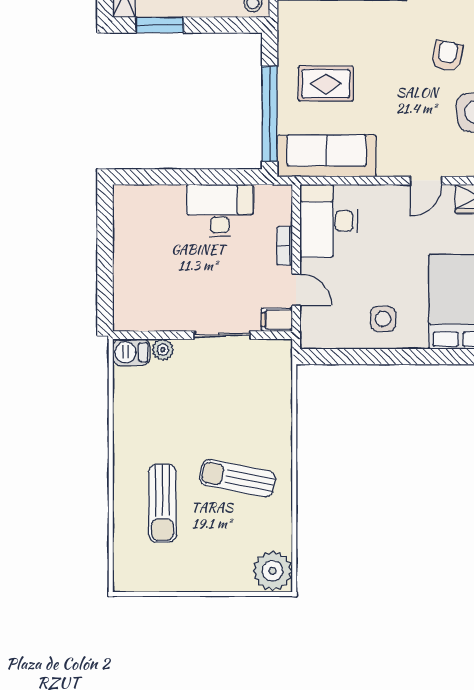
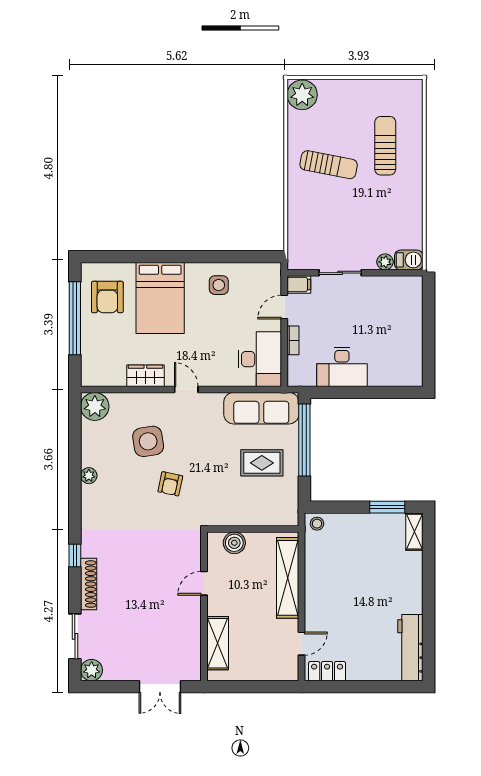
door: (426, 181) -> (186, 389), hinge flipped
door: (296, 290) -> (284, 307), hinge flipped

